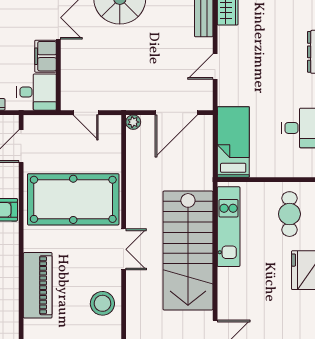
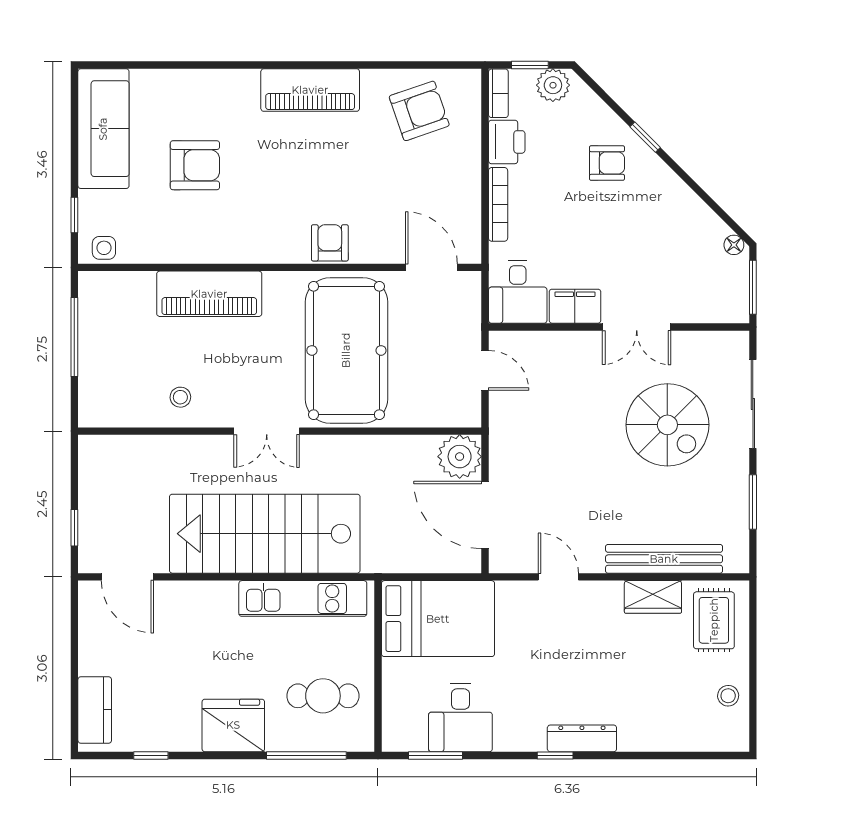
door: (86, 113) -> (485, 370), swing flipped
plant: (133, 122) -> (460, 457), width x1.88, depth x1.88
bed: (233, 142) -> (438, 619), width x1.50
stool: (102, 303) -> (180, 397), width x0.53, depth x0.53

